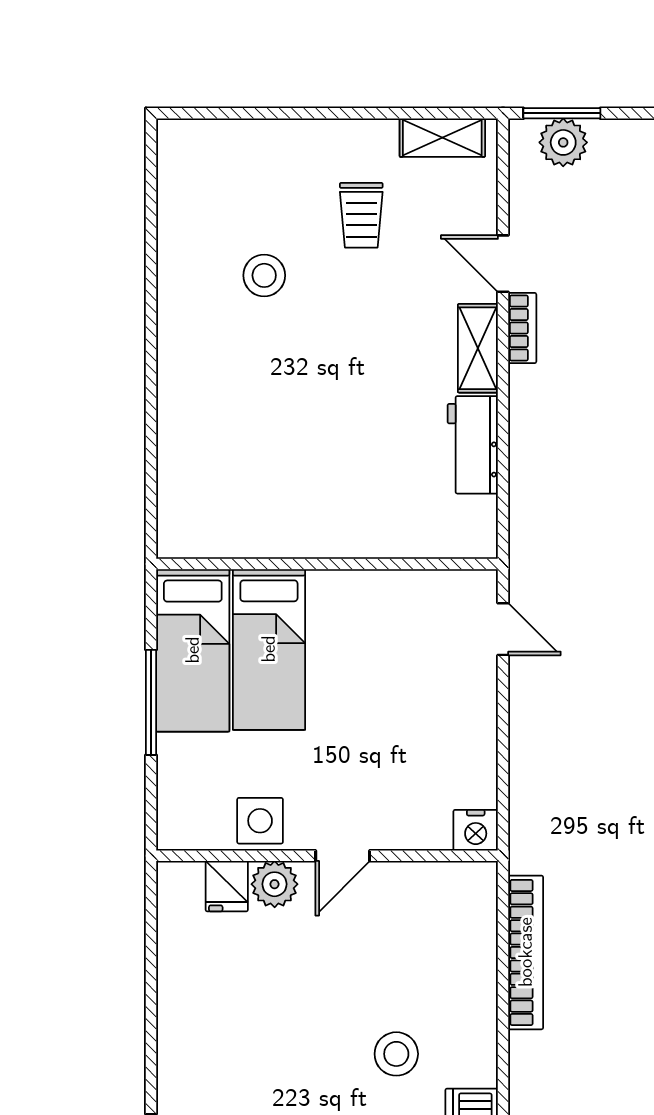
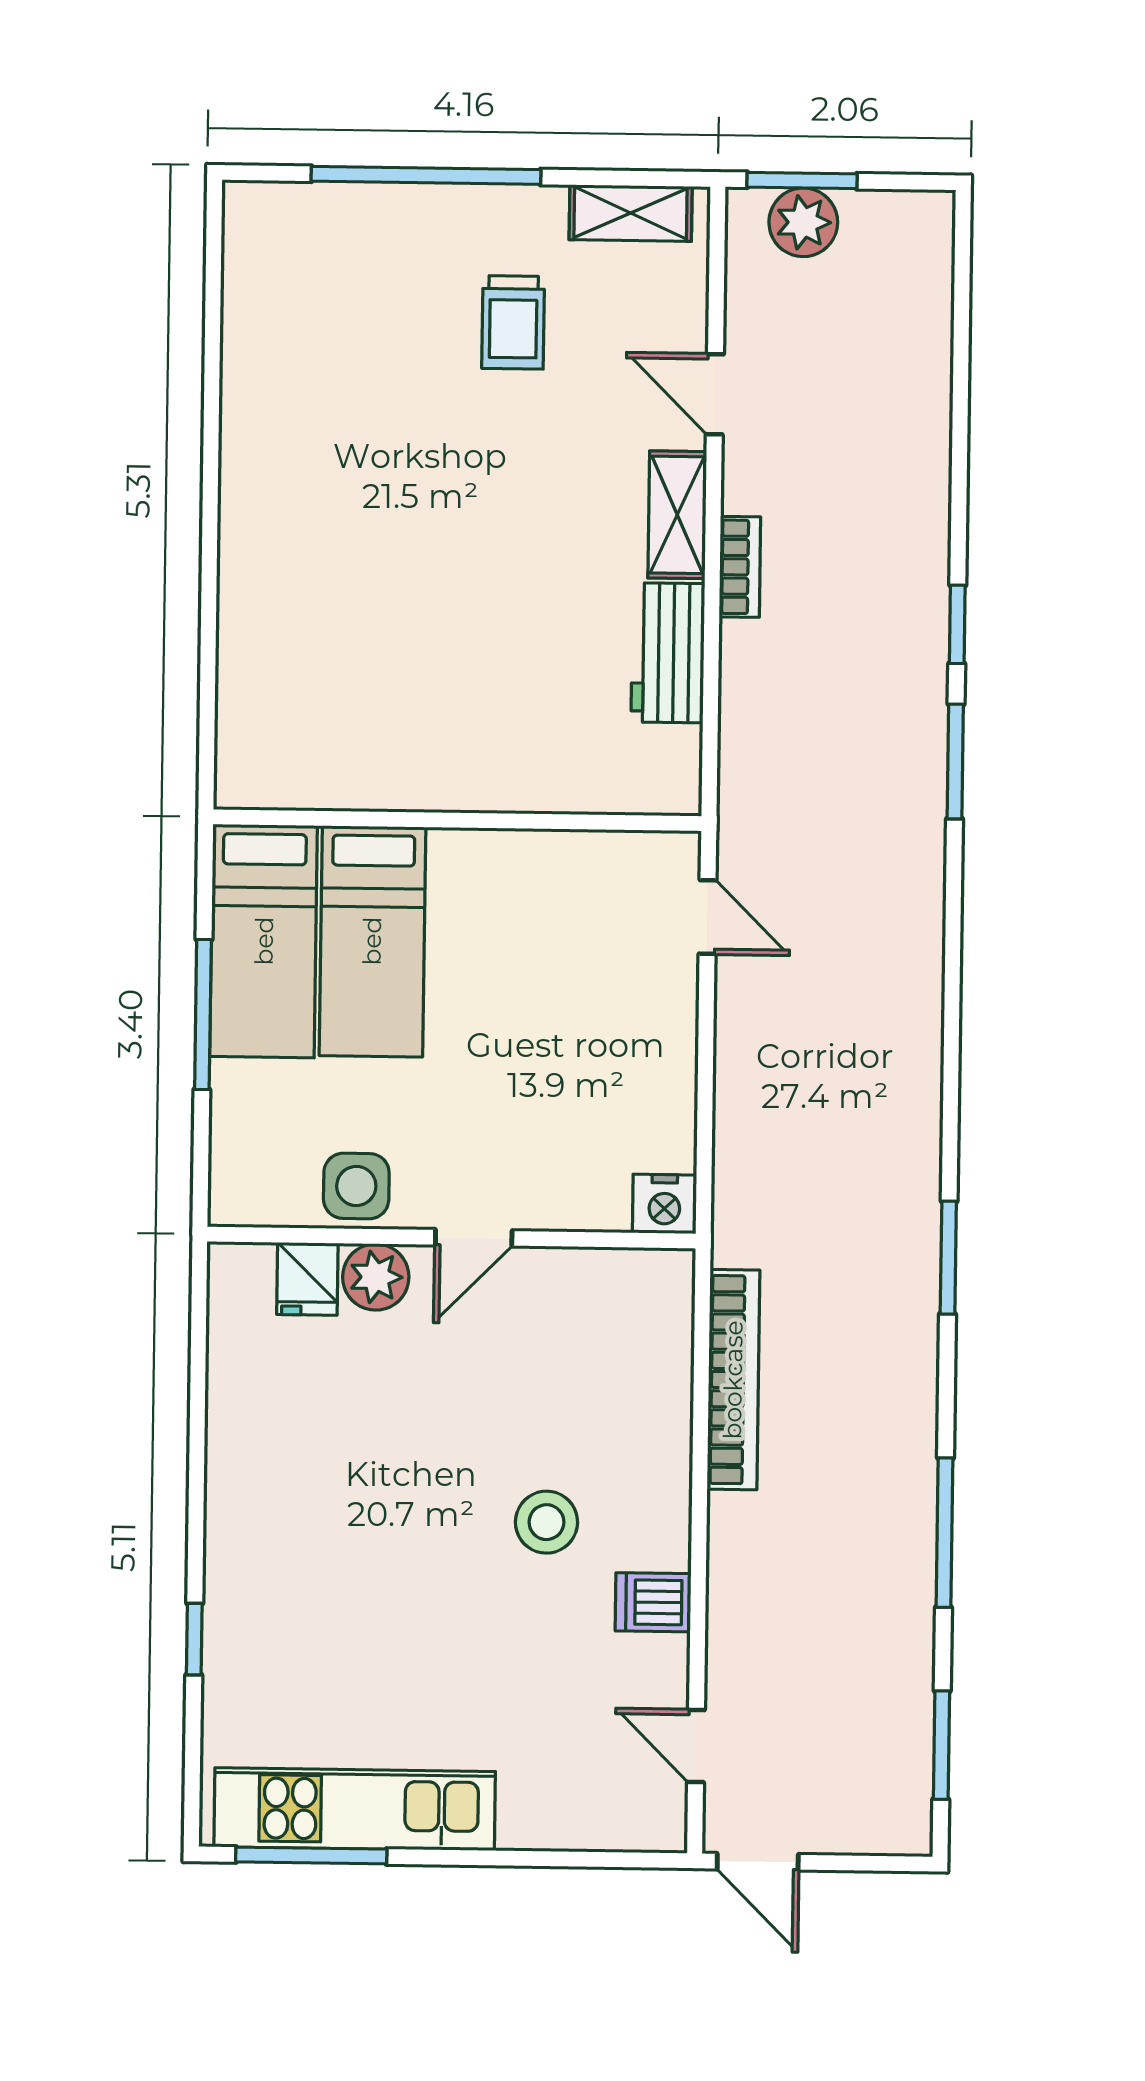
window: (299, 113) -> (426, 175), added
stool: (264, 275) -> (373, 406), removed
bookcase: (522, 328) -> (740, 567), moved

